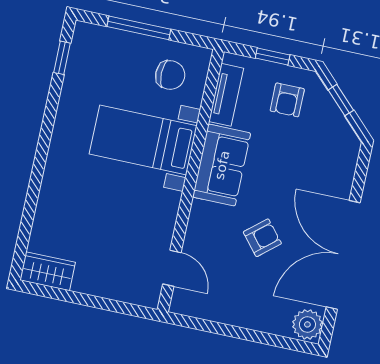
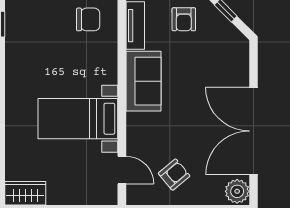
bed with nightstands: (143, 140) -> (78, 119), moved
armchair: (262, 238) -> (174, 175), moved

